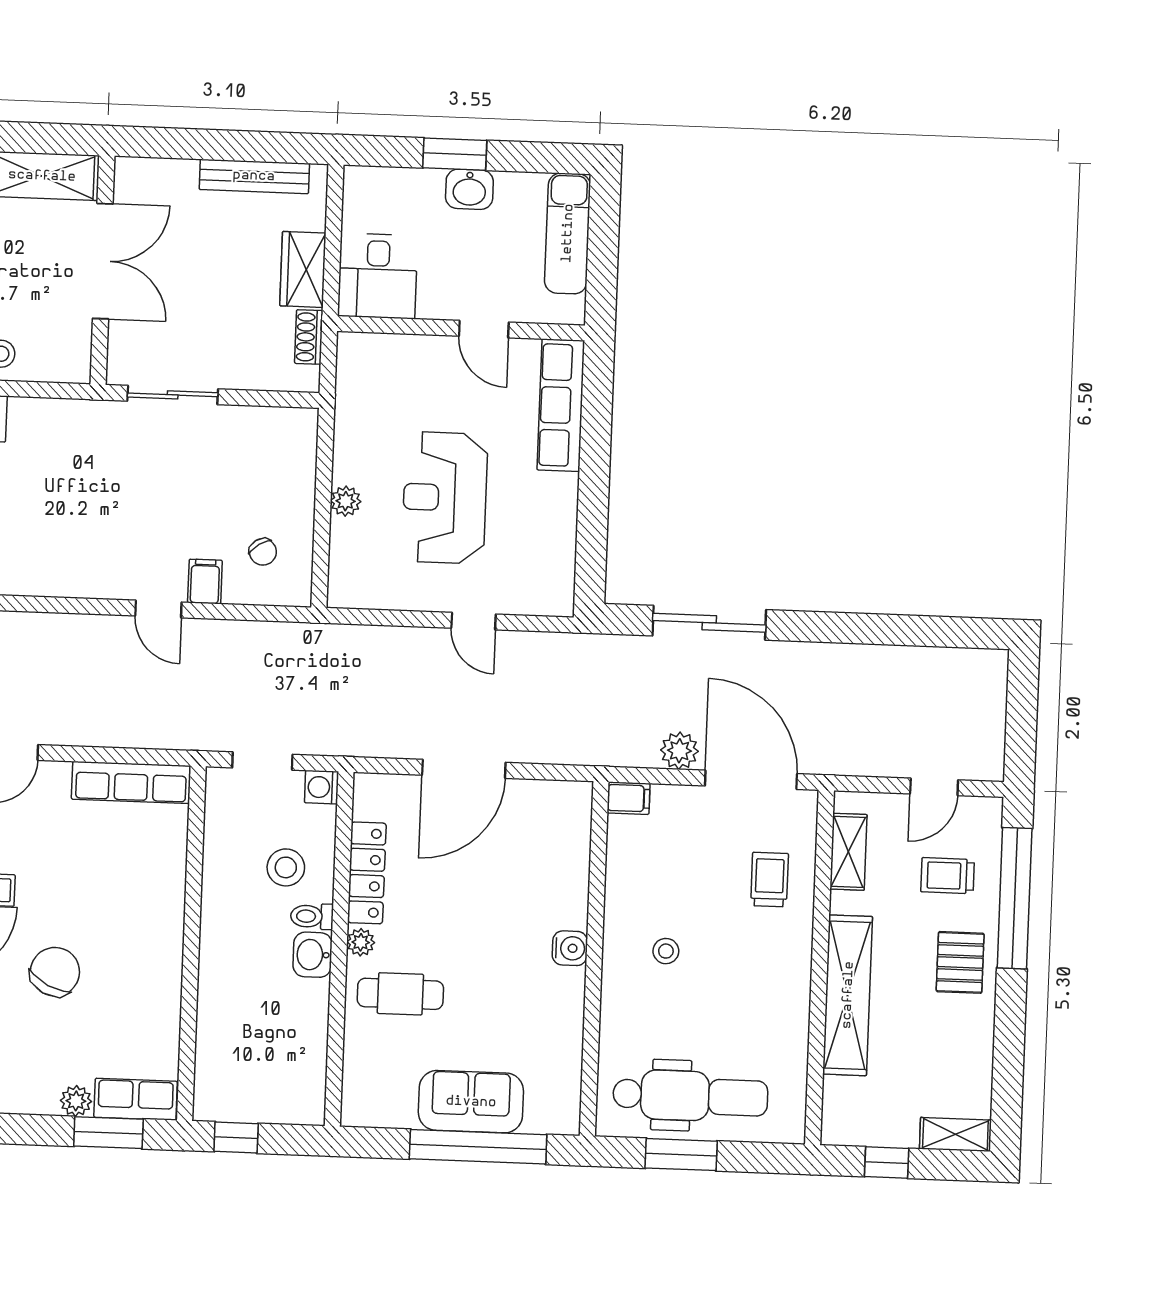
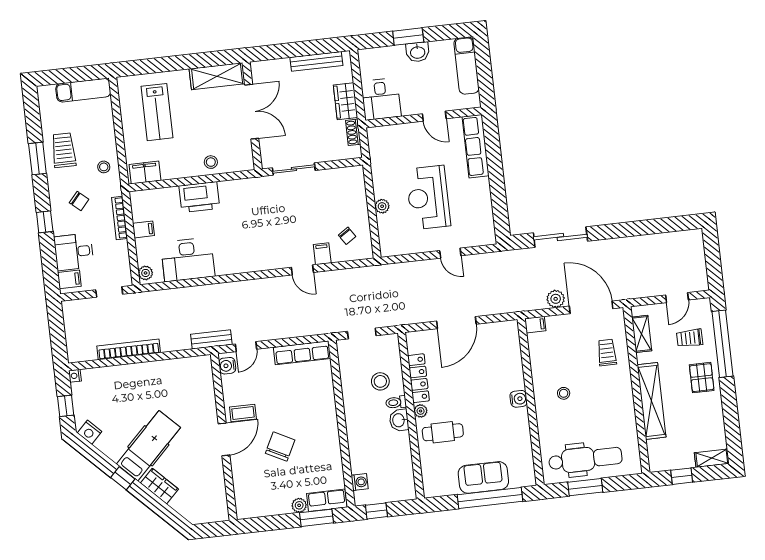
washing machine: (321, 787) -> (360, 482), moved, turned 180

